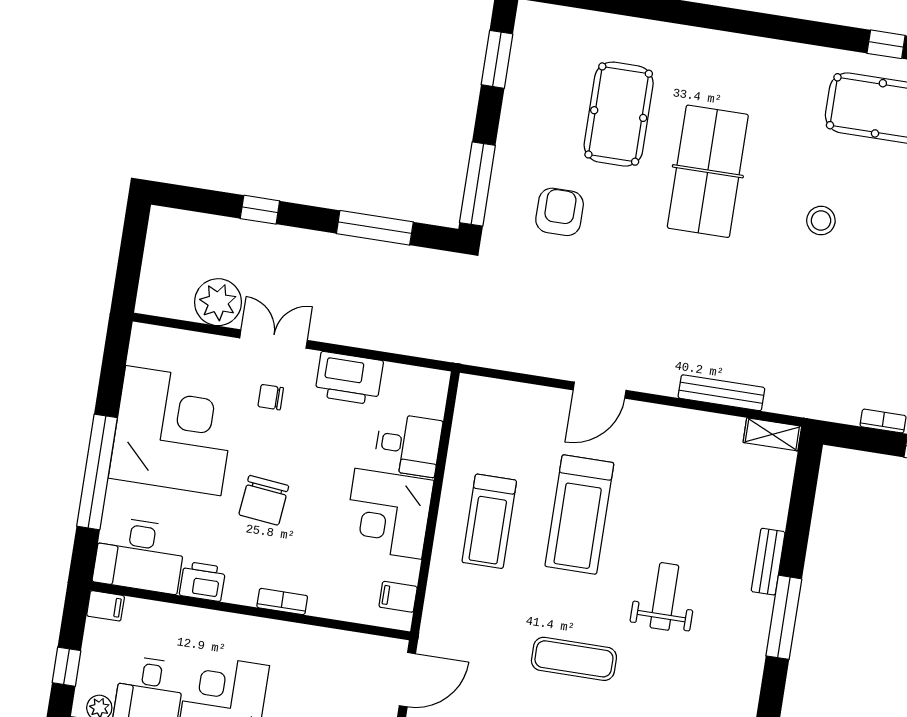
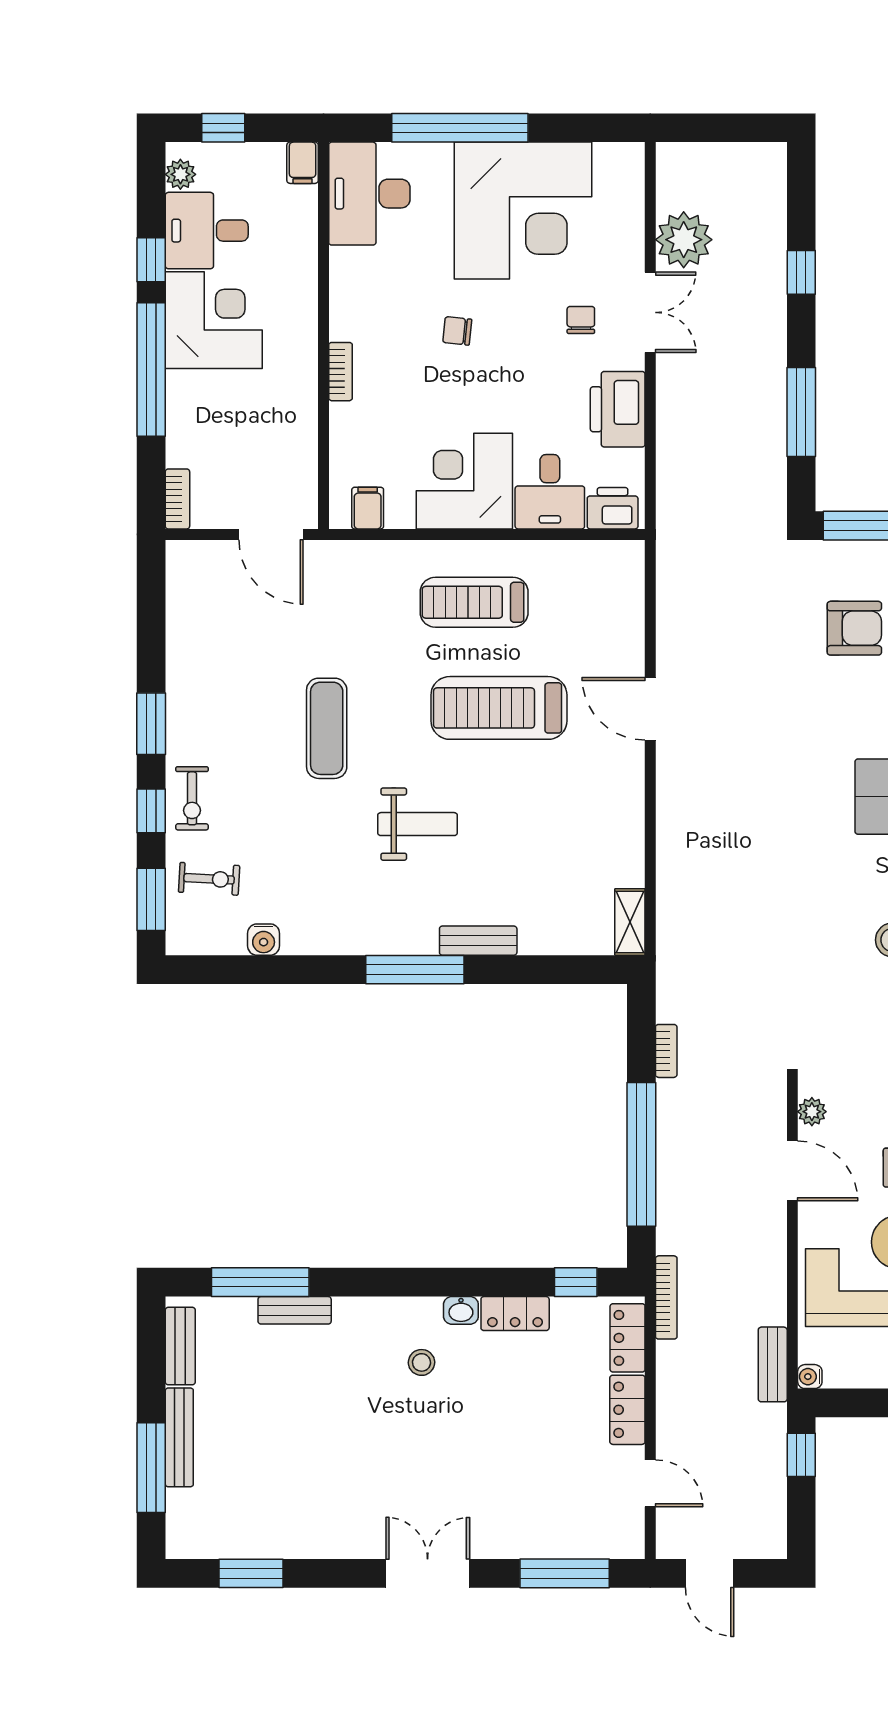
bench: (721, 393) -> (670, 854), removed
chair: (264, 500) -> (457, 331), width x0.54, depth x0.54
printer: (203, 581) -> (613, 508), moved, turned -90

